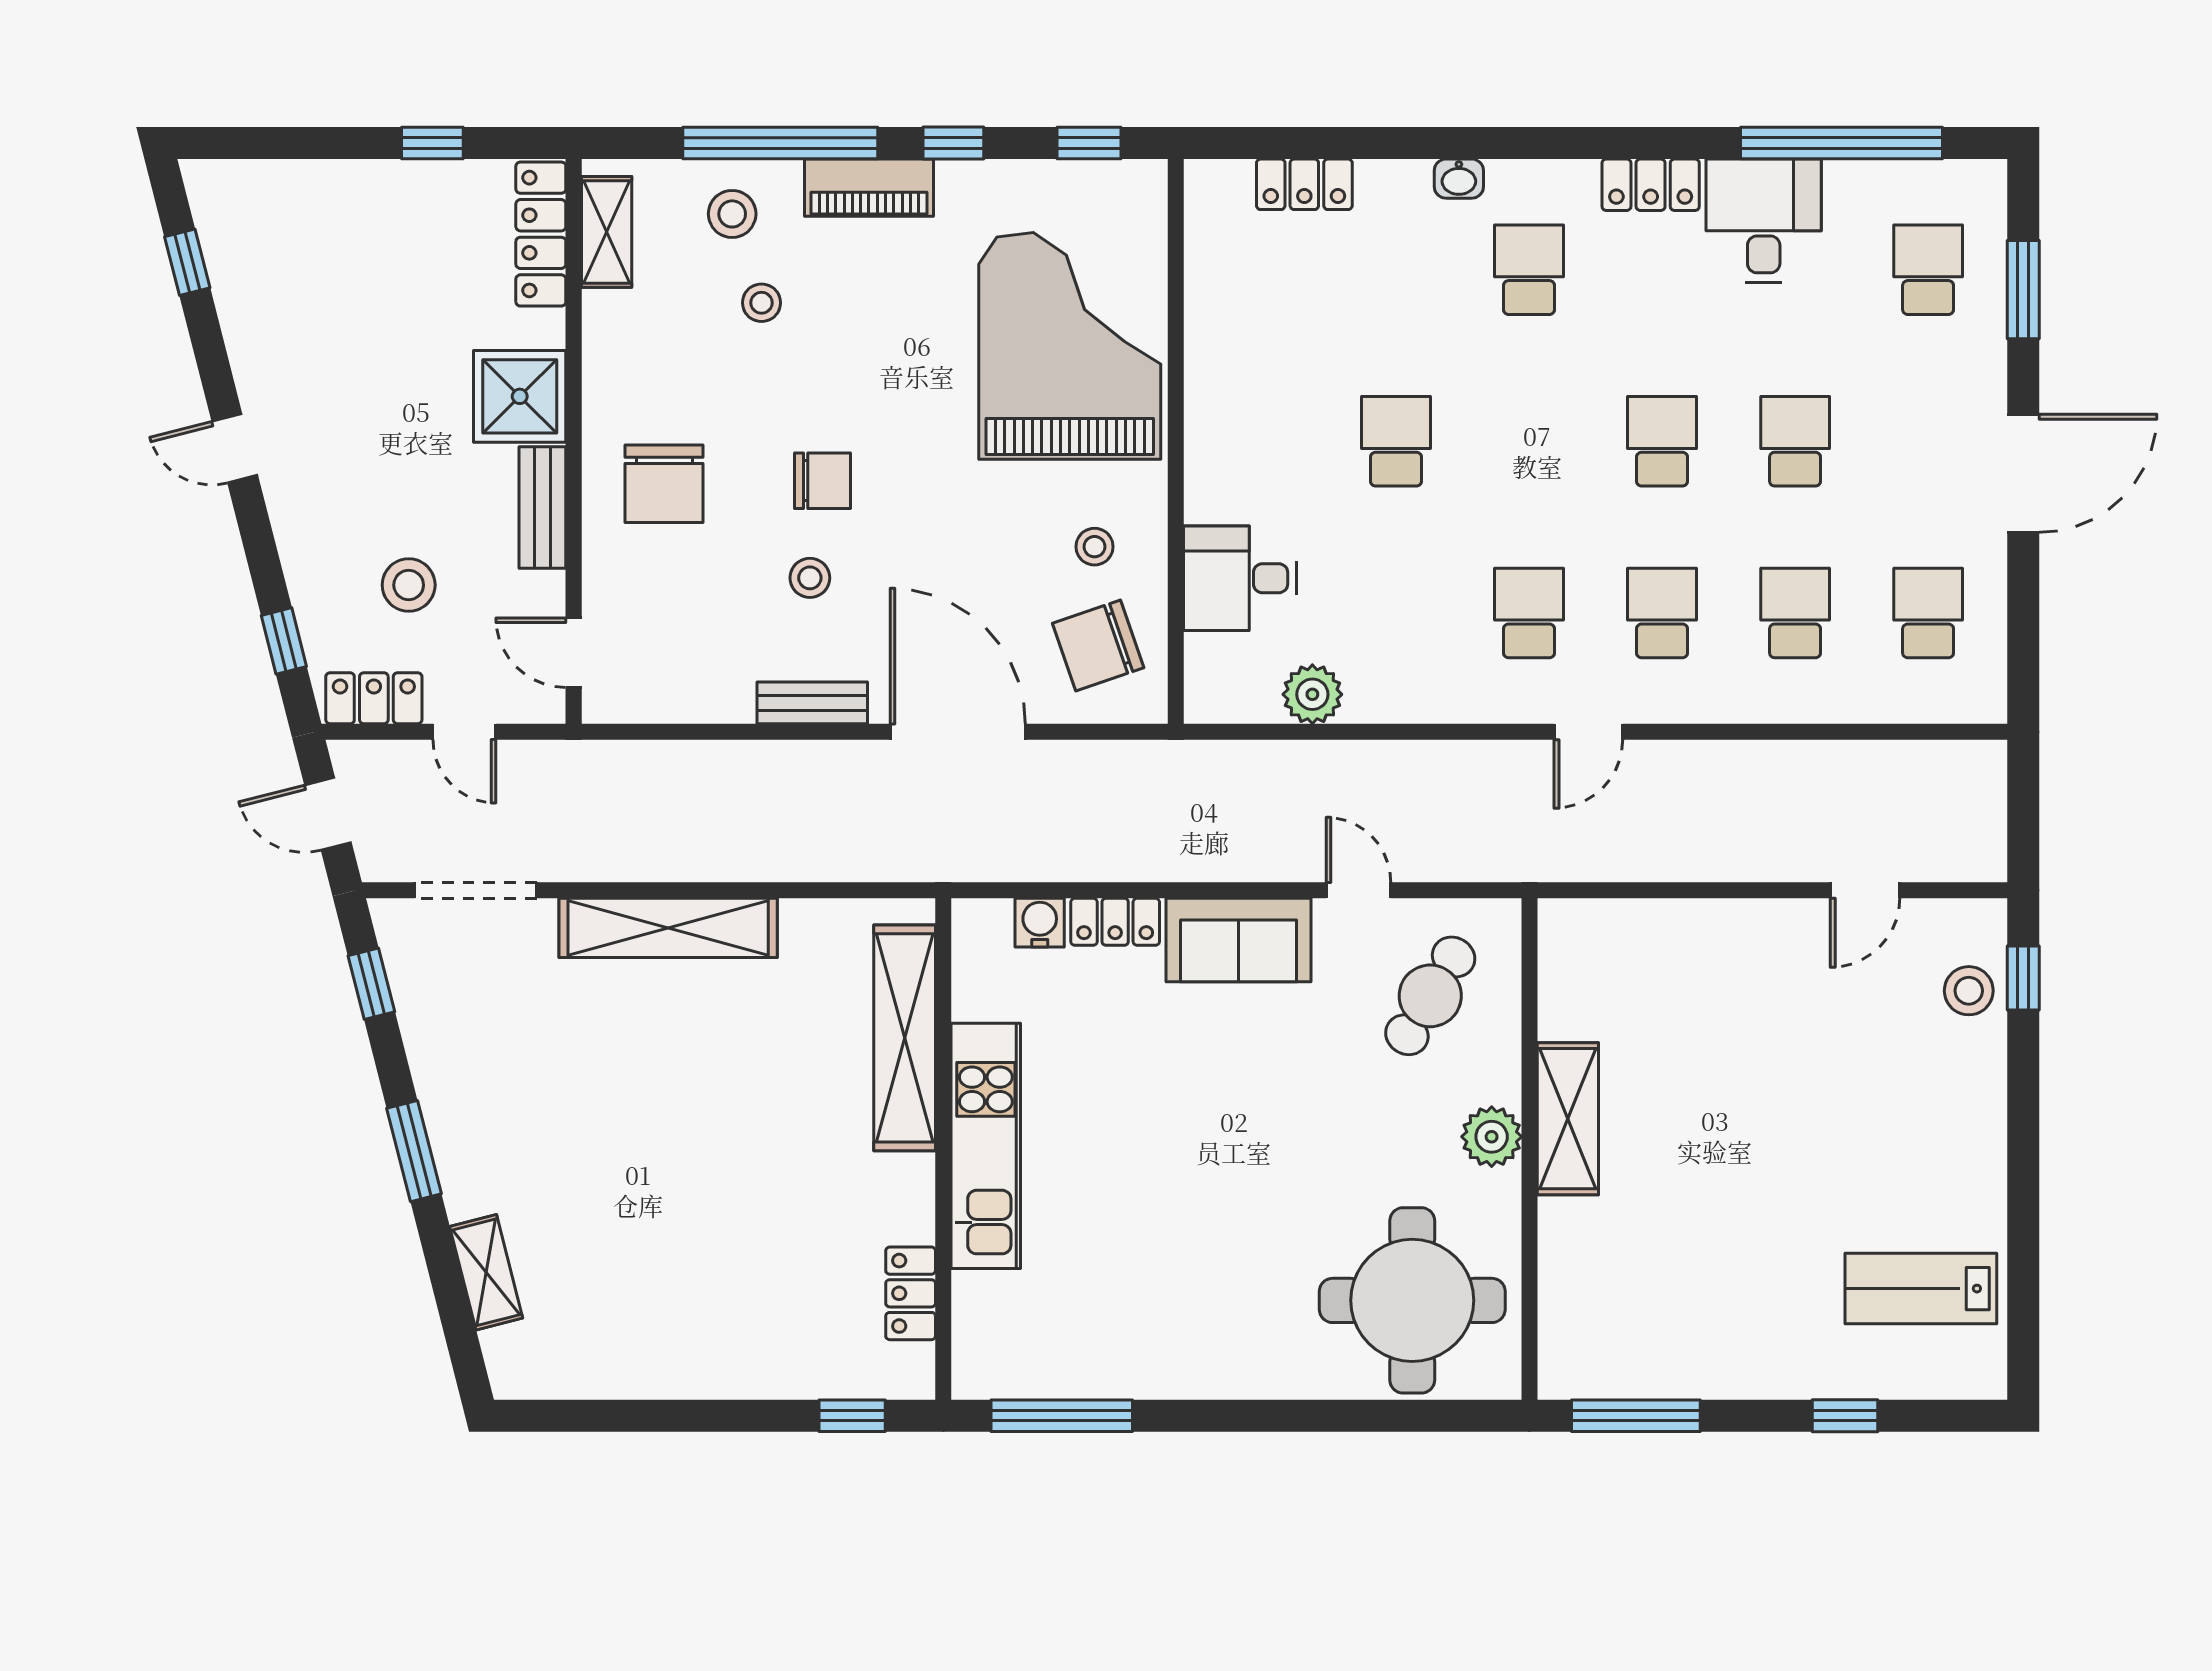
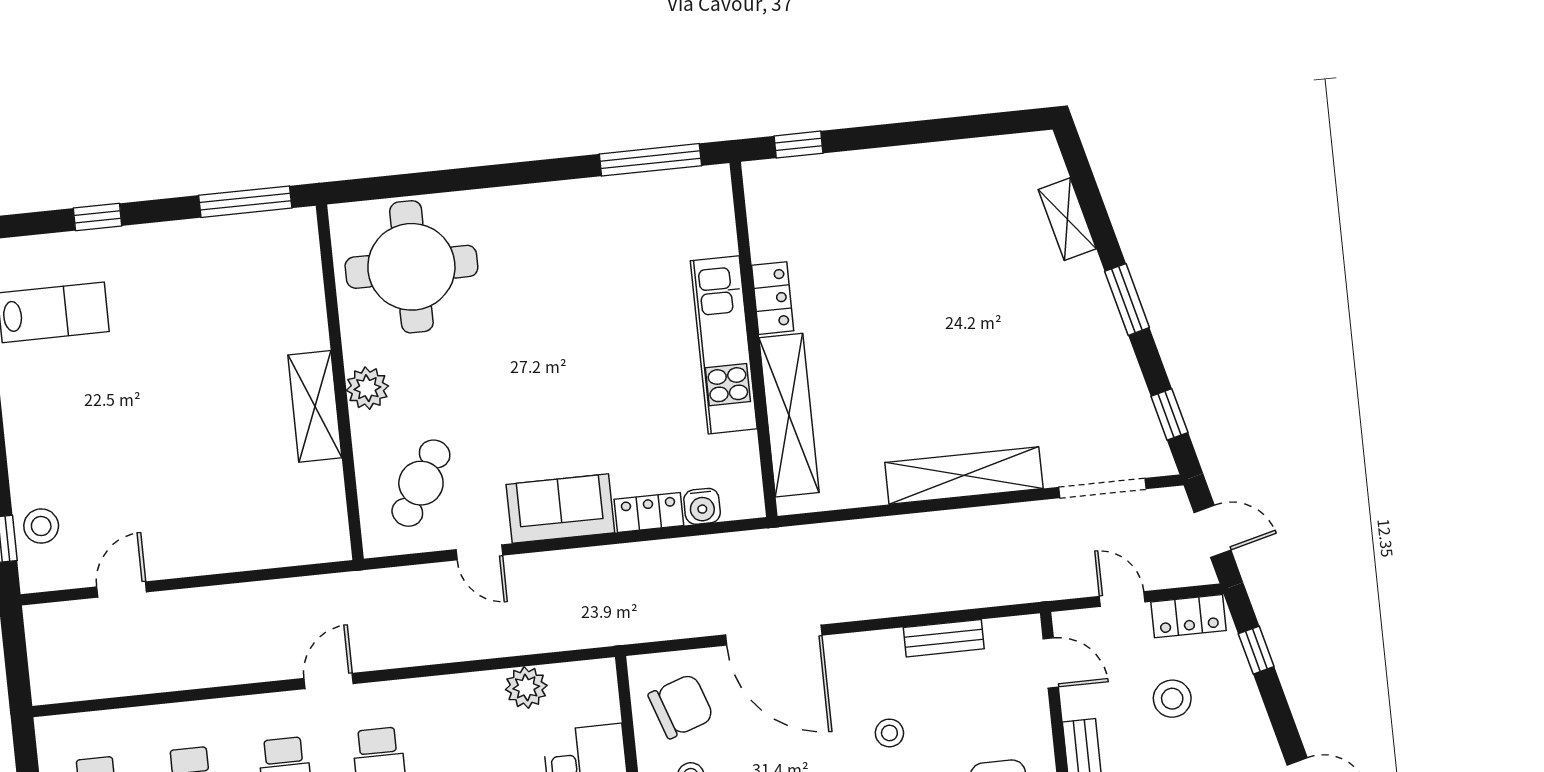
bench: (812, 703) -> (944, 638), moved
locker: (911, 1293) -> (773, 298), moved

